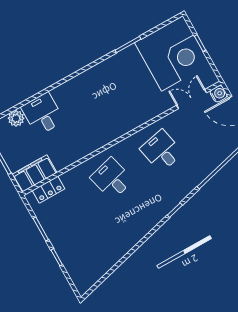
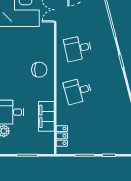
chair: (111, 120) -> (39, 70), added
filing cabinet: (34, 174) -> (46, 116), moved

